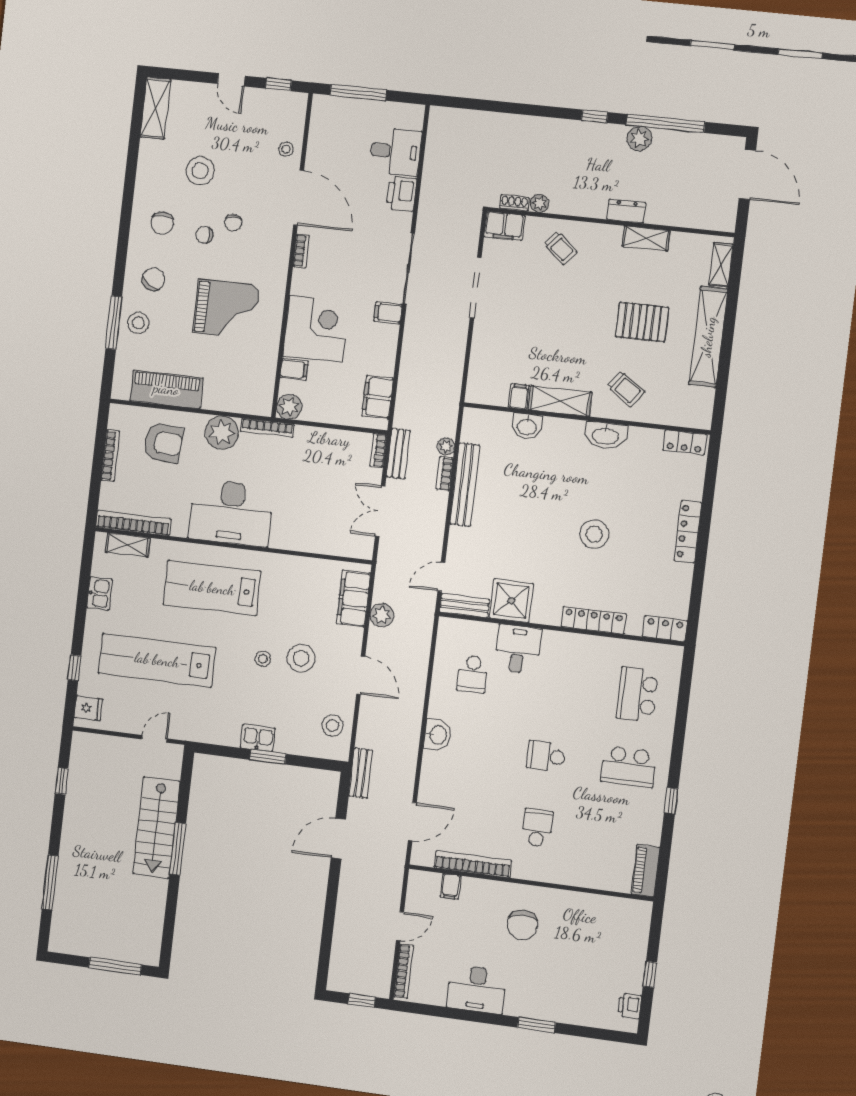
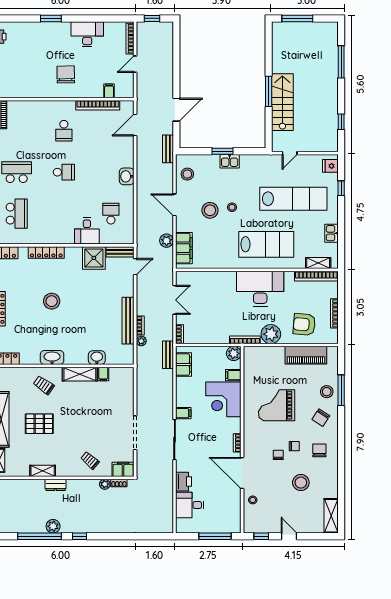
bench: (398, 454) -> (168, 355), moved

